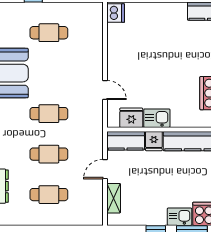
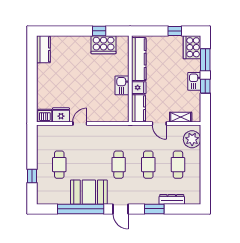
door: (105, 90) -> (80, 123), moved
fridge: (131, 118) -> (61, 115), moved, turned 90
plant: (83, 214) -> (192, 139), added
kitchen sink: (179, 217) -> (194, 81), moved

